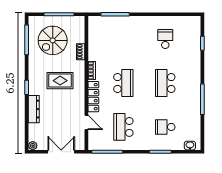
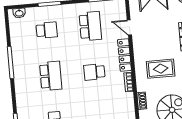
school desk: (123, 83) -> (94, 72), width x0.54

